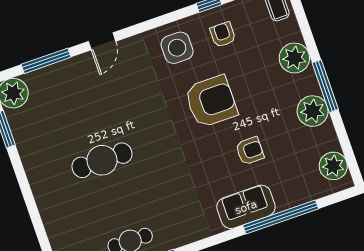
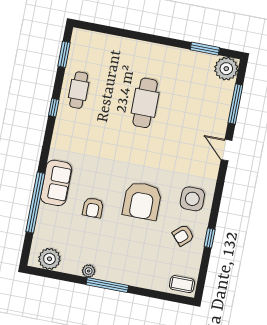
armchair: (223, 35) -> (183, 235), turned 138
plant: (294, 58) -> (139, 275), removed
plant: (313, 111) -> (89, 271), width x0.53, depth x0.53

